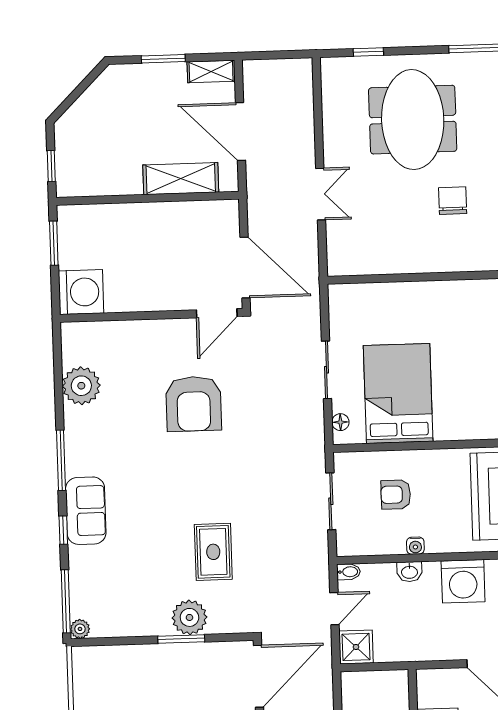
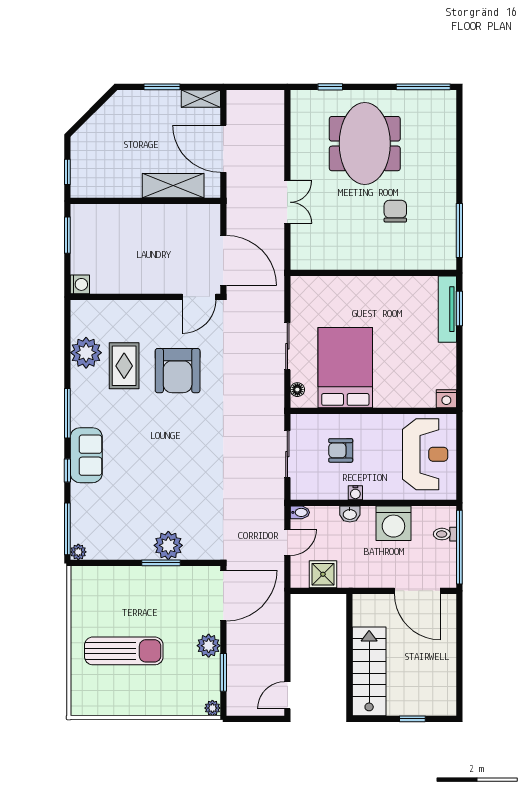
washing machine: (81, 292) -> (80, 284), width x0.53, depth x0.53
rug: (213, 552) -> (124, 366), moved
shower: (356, 647) -> (323, 574), moved

